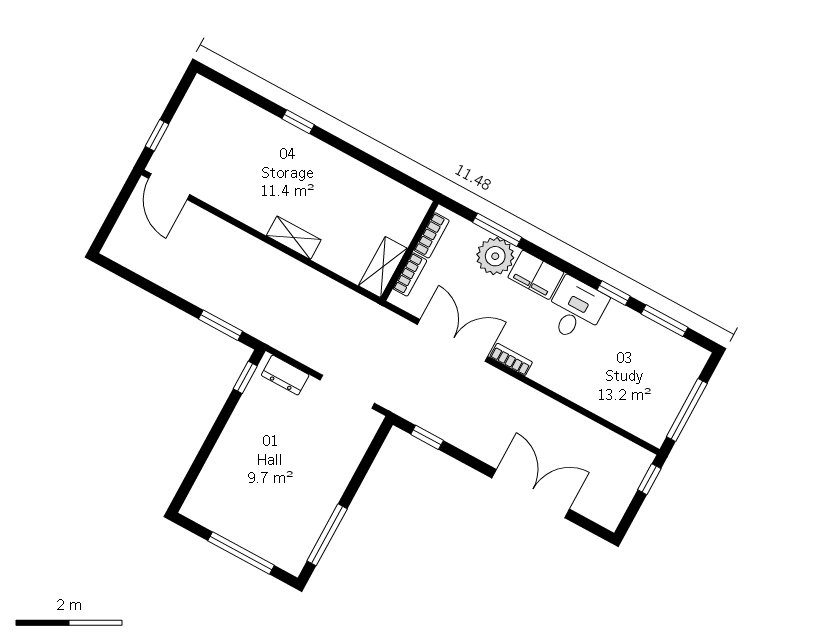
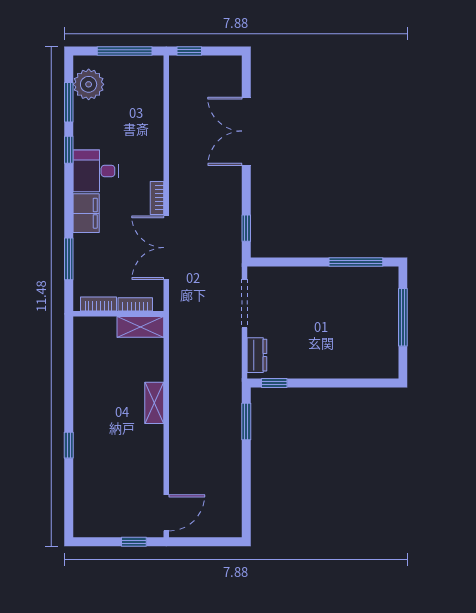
plant: (495, 256) -> (89, 84), moved

